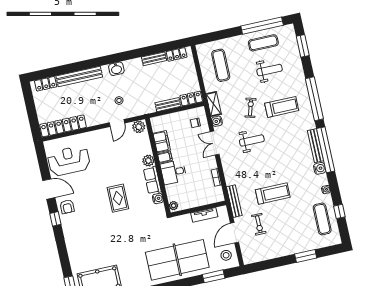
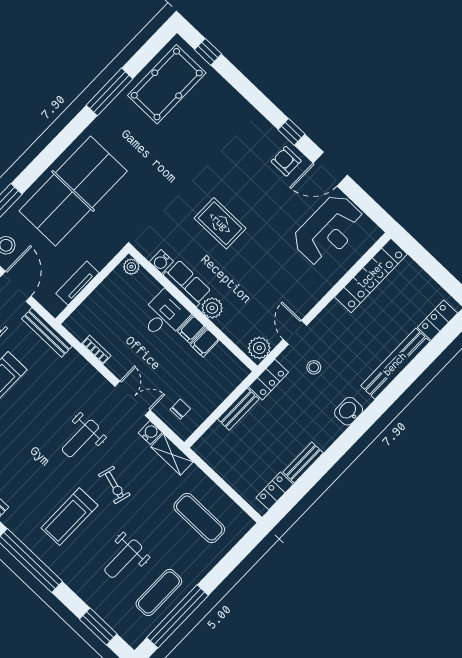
locker: (191, 99) -> (269, 380), moved
filing cabinet: (162, 142) -> (205, 343), width x0.50

